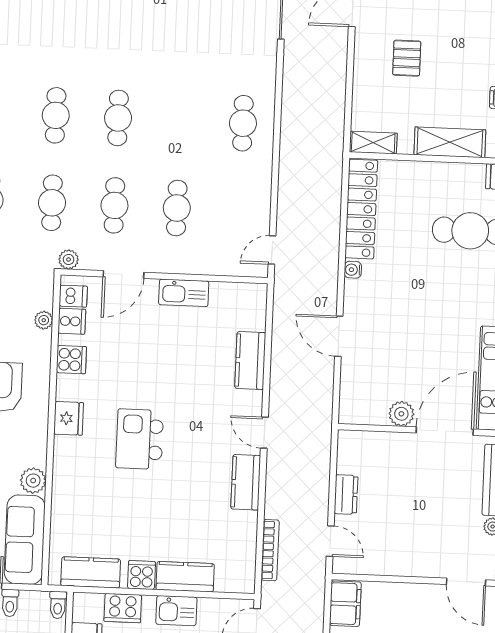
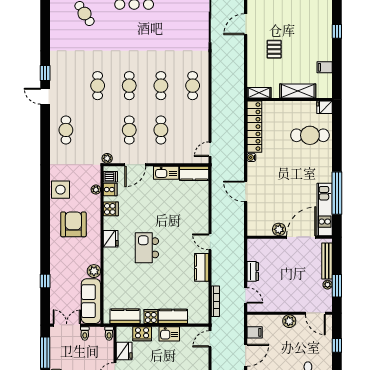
cafe table: (52, 203) -> (161, 86), moved
kitchen counter: (250, 361) -> (194, 173), moved, turned -90
plant: (414, 595) -> (289, 321), added
filing cabinet: (345, 604) -> (255, 332), width x0.50

